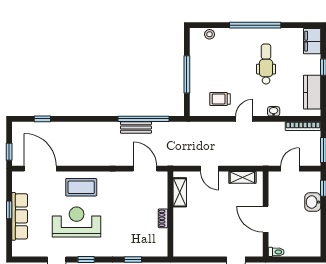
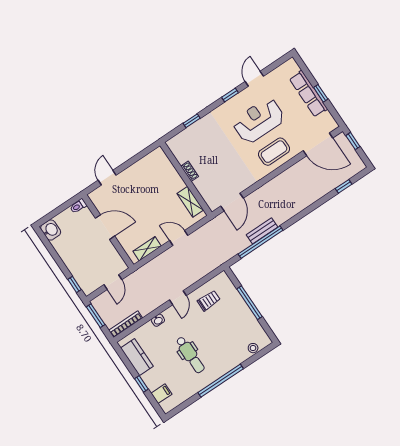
filing cabinet: (312, 41) -> (161, 394), width x0.50
door: (145, 169) -> (232, 202), hinge flipped
washbasin: (313, 202) -> (51, 230), moved
reception desk: (77, 222) -> (259, 120), turned 180

